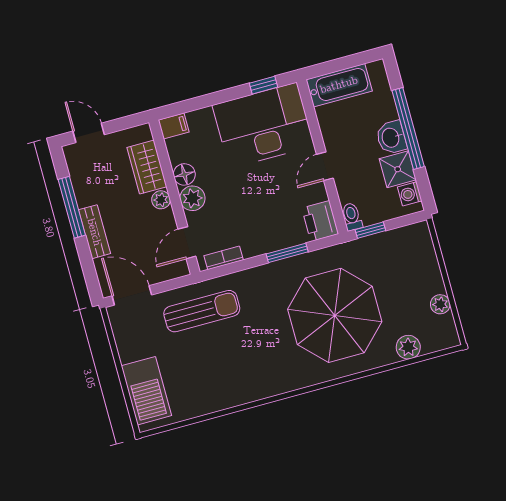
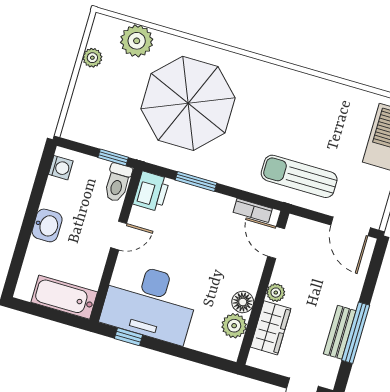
filing cabinet: (174, 126) -> (226, 349), removed
window: (408, 129) -> (28, 224), removed
shower: (398, 169) -> (58, 195), removed
plant: (192, 198) -> (234, 326), moved
toilet: (352, 217) -> (118, 183), width x1.37, depth x1.39
bench: (94, 232) -> (340, 332), moved
door: (187, 243) -> (276, 242), swing flipped
plant: (408, 347) -> (137, 41), width x1.36, depth x1.36

